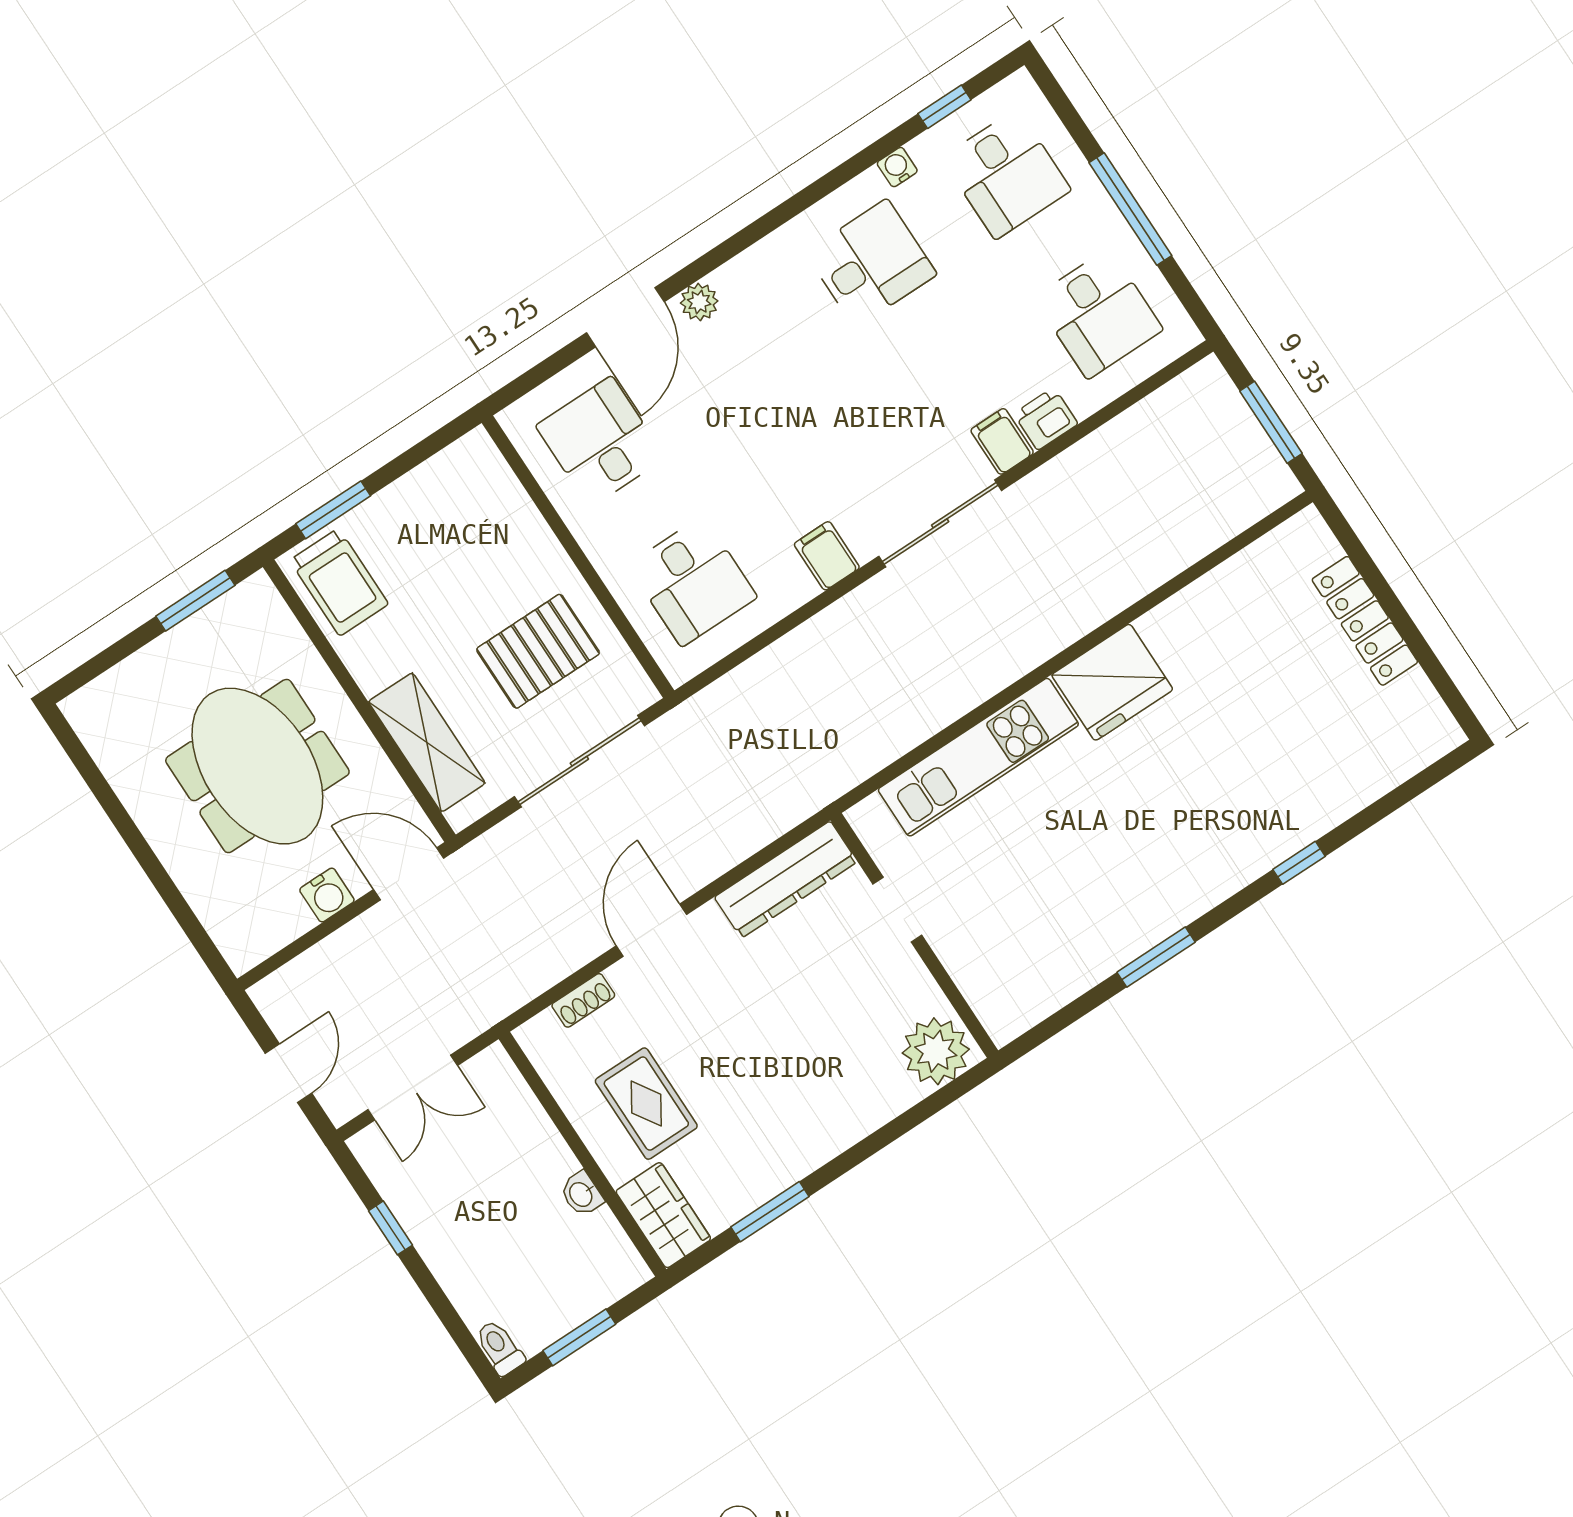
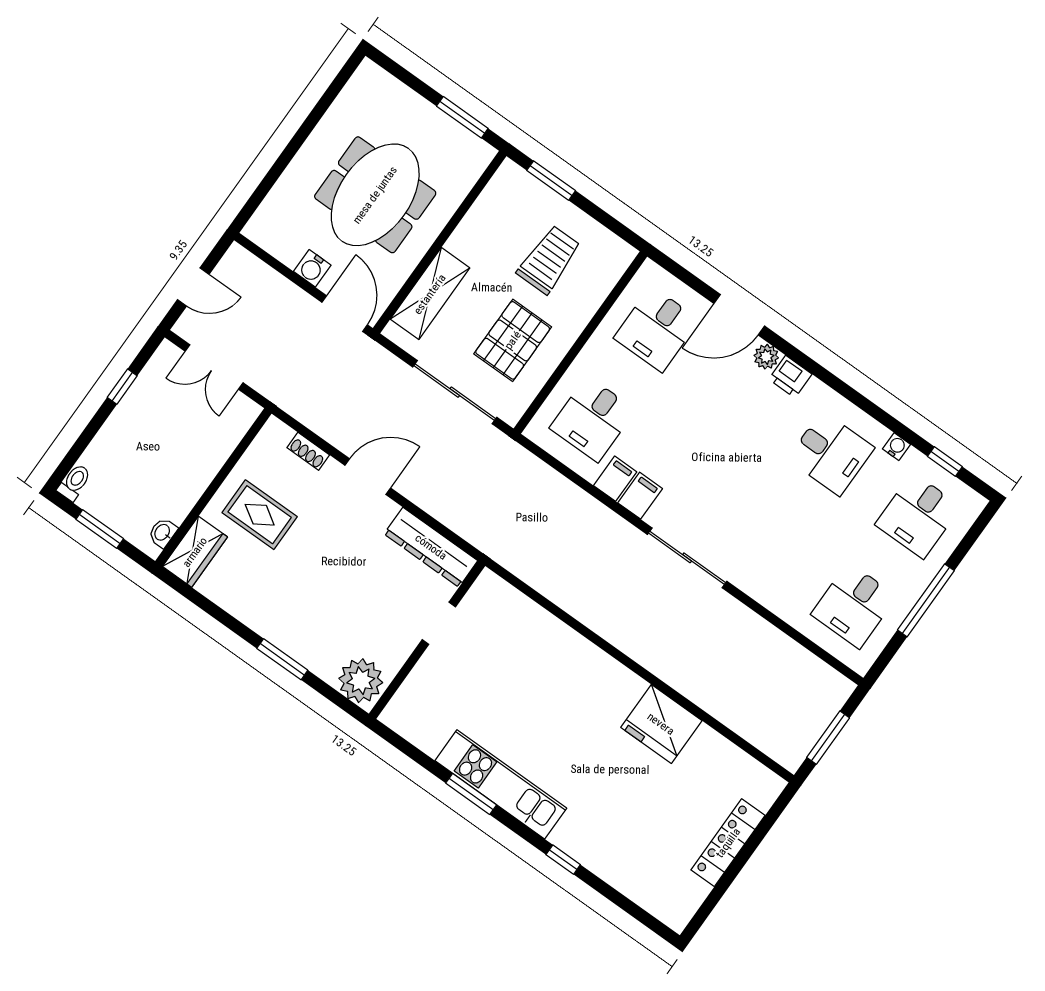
printer: (1046, 419) -> (790, 377), moved, turned 180
filing cabinet: (1002, 441) -> (615, 479), moved
desk: (600, 442) -> (657, 329), turned 180
trolley: (339, 582) -> (549, 260), moved, turned 180
pallet: (538, 651) -> (513, 340), turned 90
fridge: (1112, 682) -> (661, 724), moved
kitchen unit: (978, 757) -> (501, 784), moved, turned 180
rug: (646, 1104) -> (260, 515), turned 90
washbasin: (582, 1194) -> (163, 533), moved
window: (770, 1212) -> (282, 659), moved

